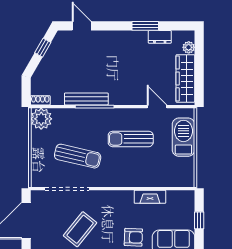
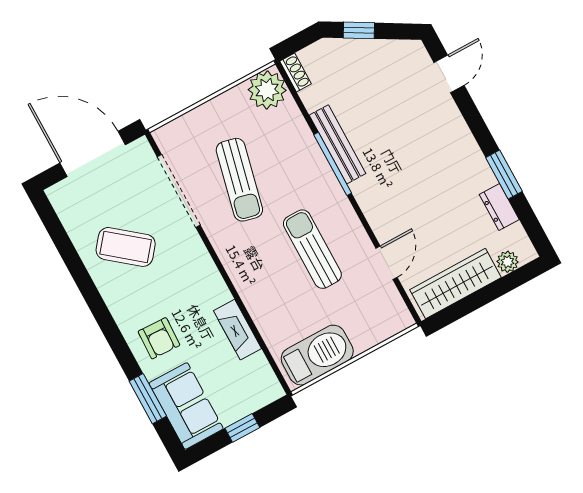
window: (43, 48) -> (359, 30), moved
barbecue: (183, 137) -> (317, 355), moved

